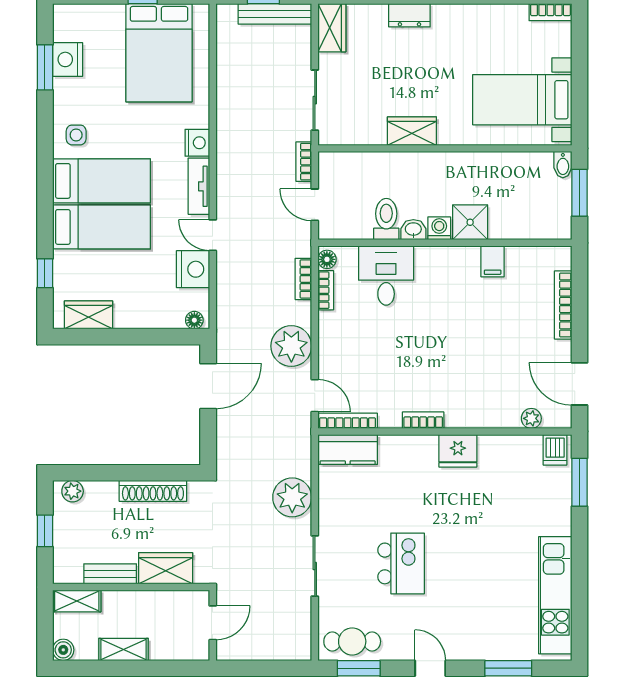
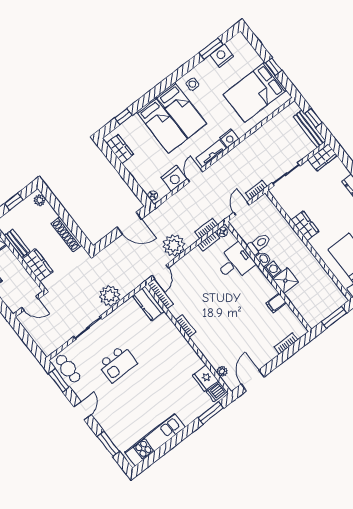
bidet: (563, 165) -> (340, 301), removed
bookcase: (563, 305) -> (286, 343), width x0.64
fridge: (458, 451) -> (205, 378), moved

